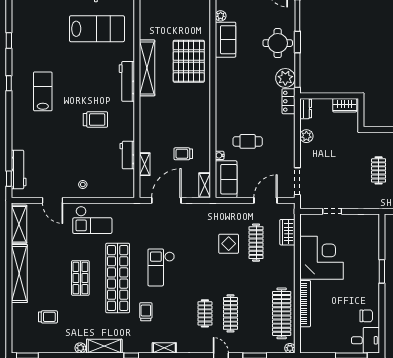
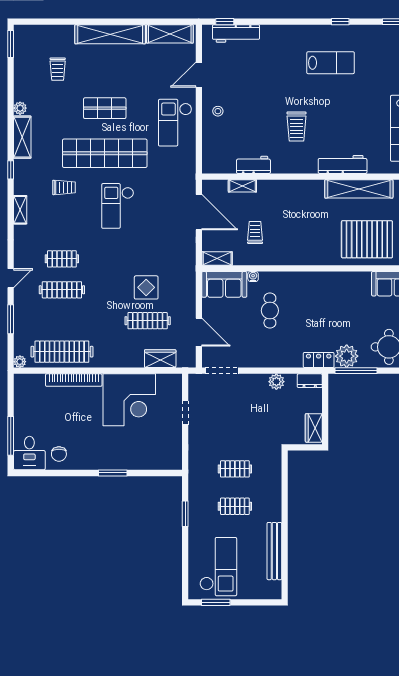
checkout: (161, 267) -> (118, 206), turned -90

